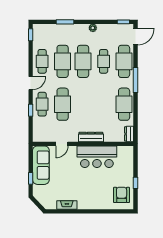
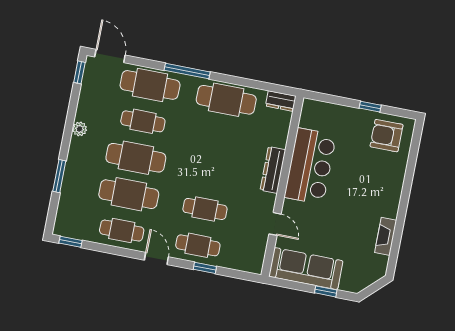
cafe table: (63, 104) -> (205, 209), width x0.73, depth x0.74

